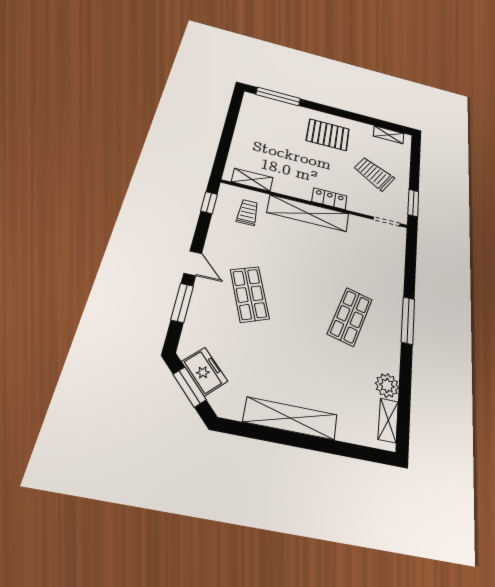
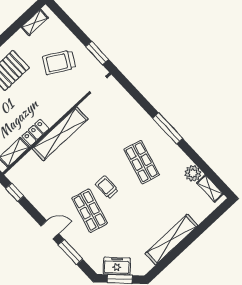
locker: (329, 199) -> (35, 132), moved
trolley: (248, 212) -> (107, 187), moved
shop shelf: (250, 294) -> (90, 211), turned 36

